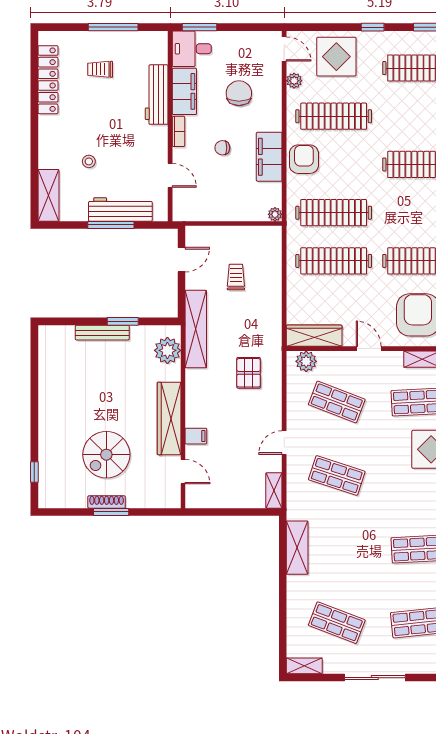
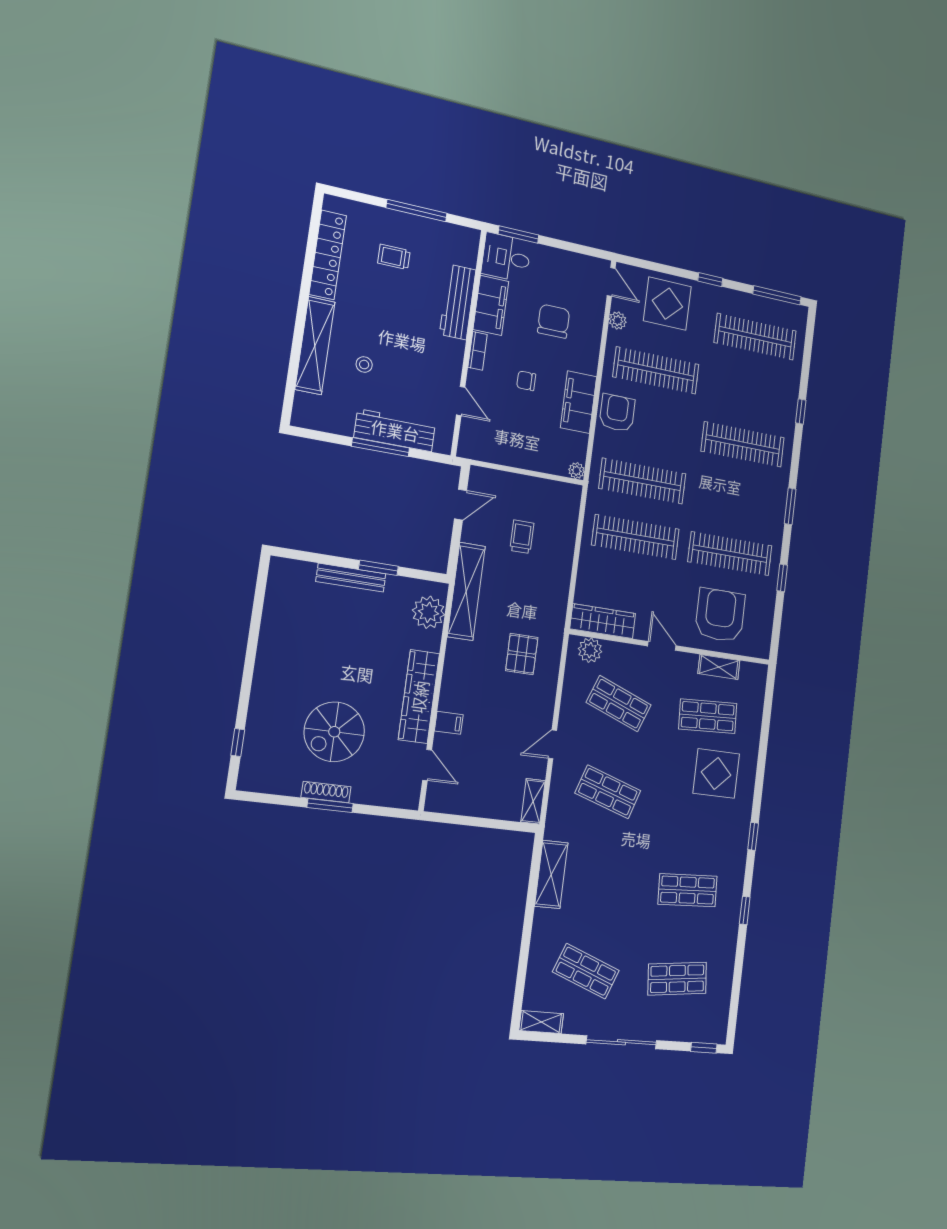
shelving: (48, 195) -> (315, 346), moved, width x1.47

